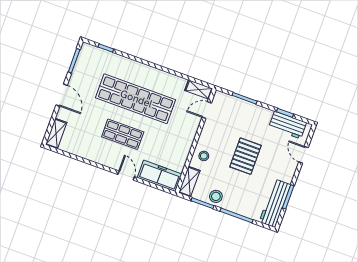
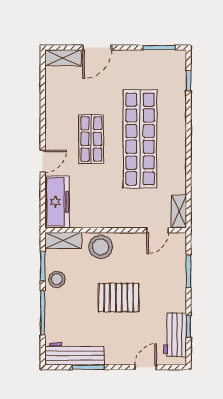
door: (62, 95) -> (97, 48), moved
door: (207, 110) -> (157, 230), swing flipped
stool: (204, 156) -> (101, 247), width x1.89, depth x1.89

